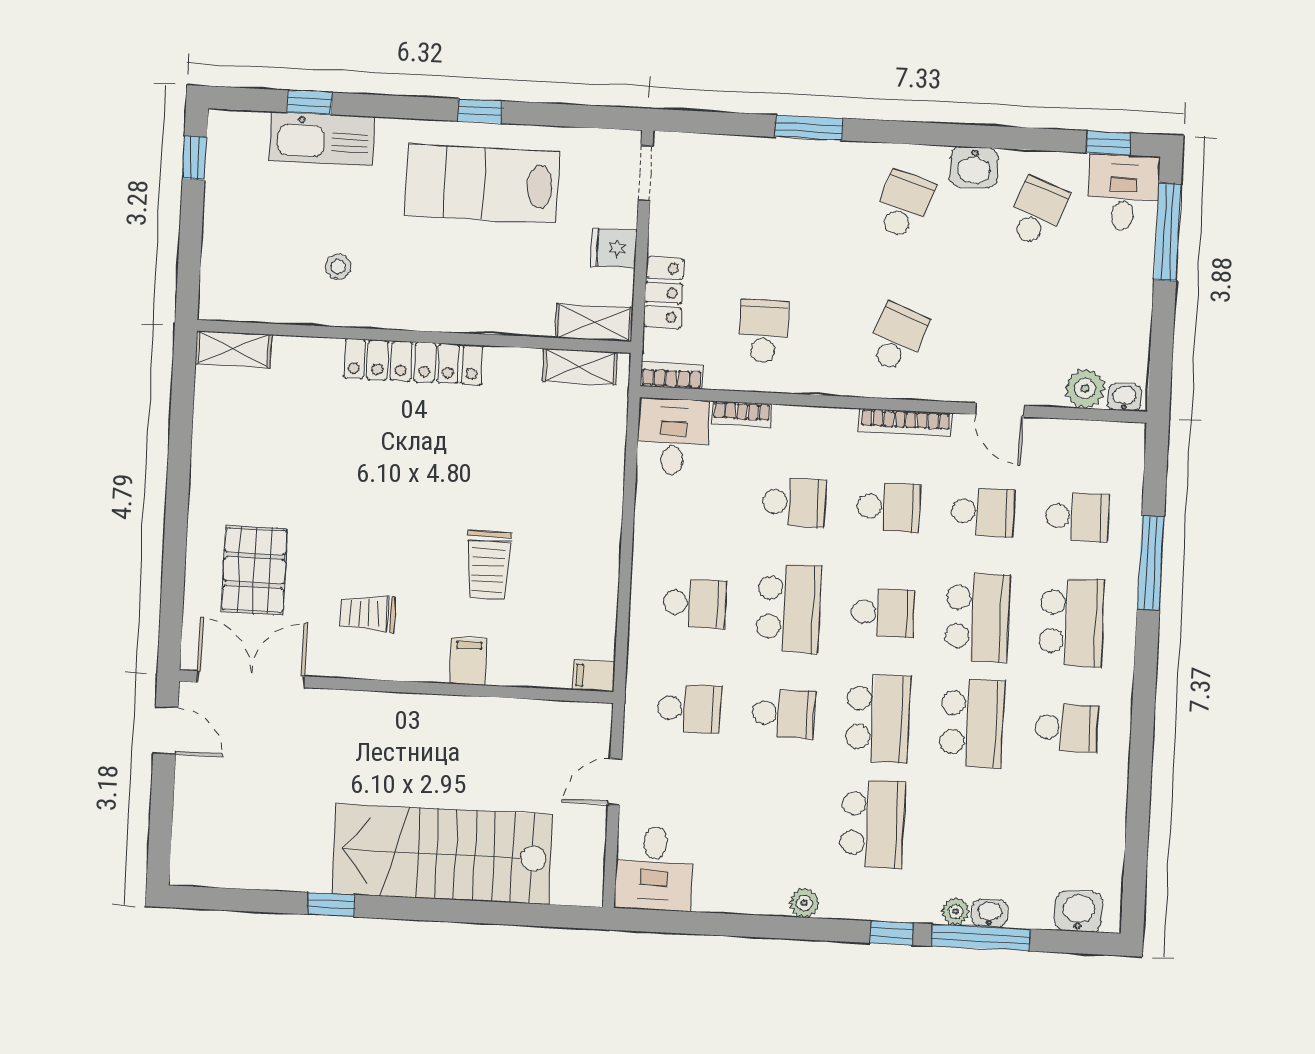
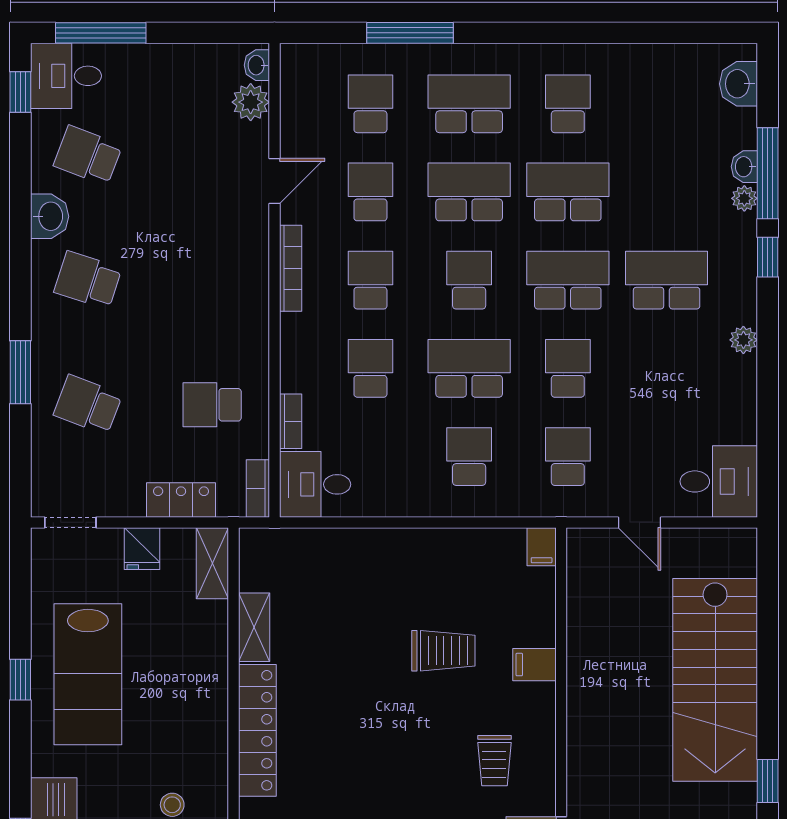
school desk: (897, 338) -> (88, 405), moved
shelving: (580, 367) -> (254, 627), moved

